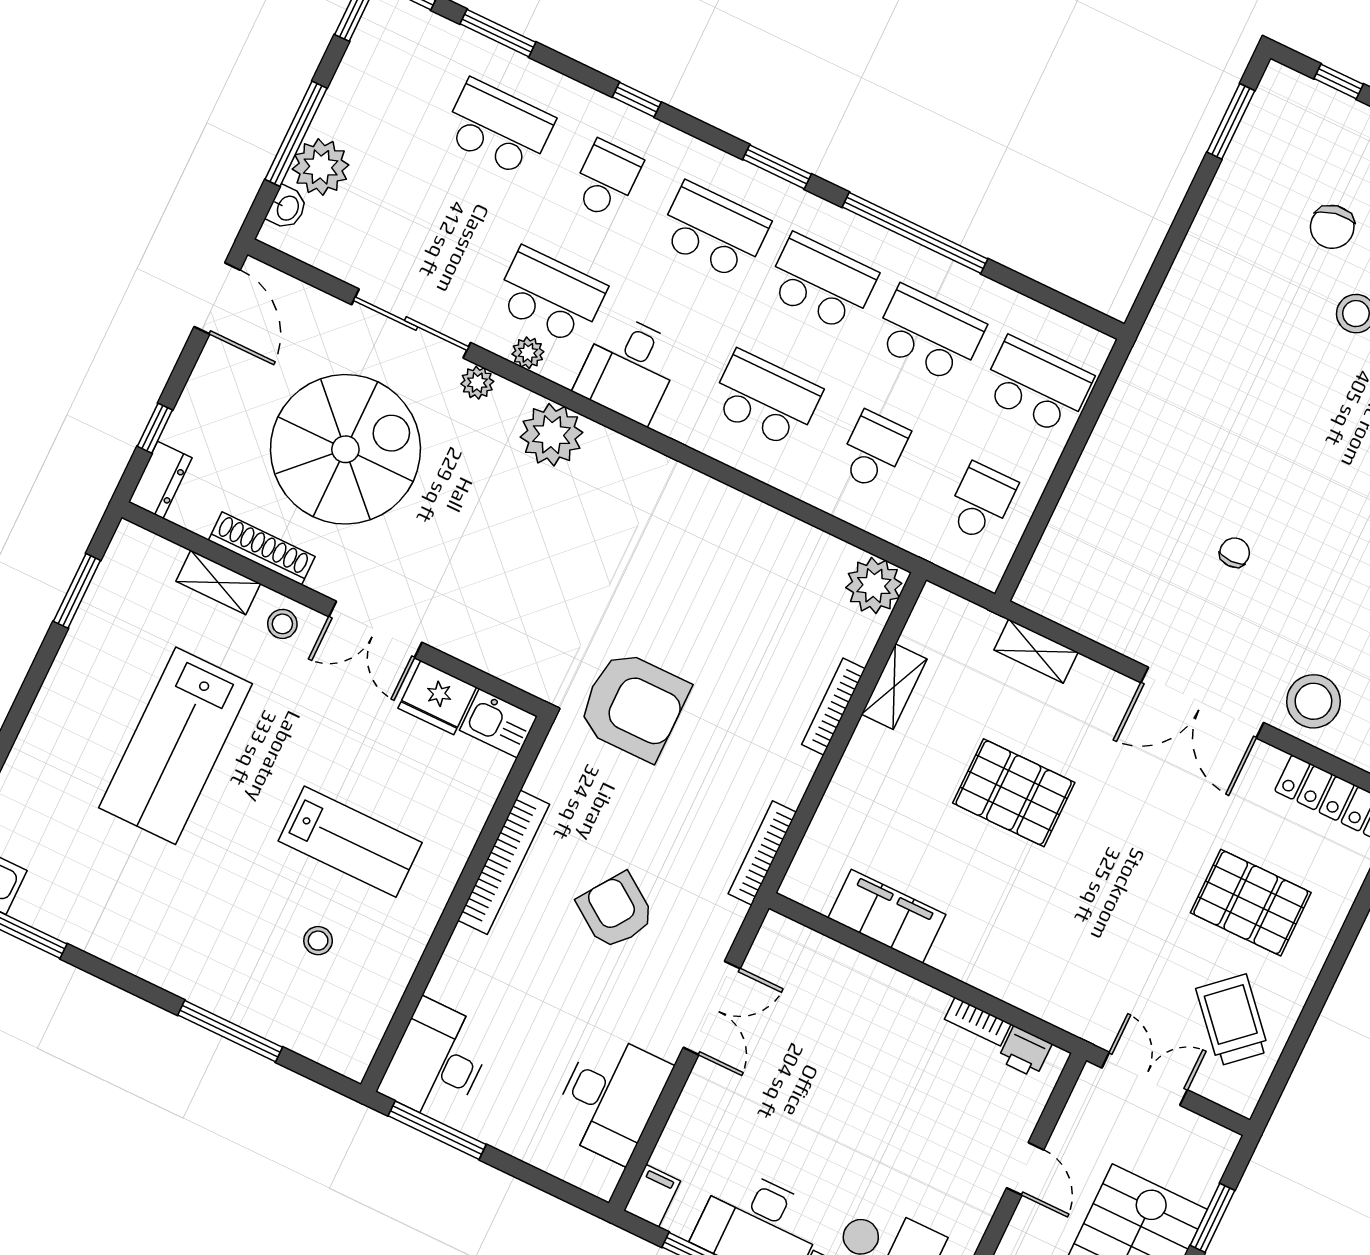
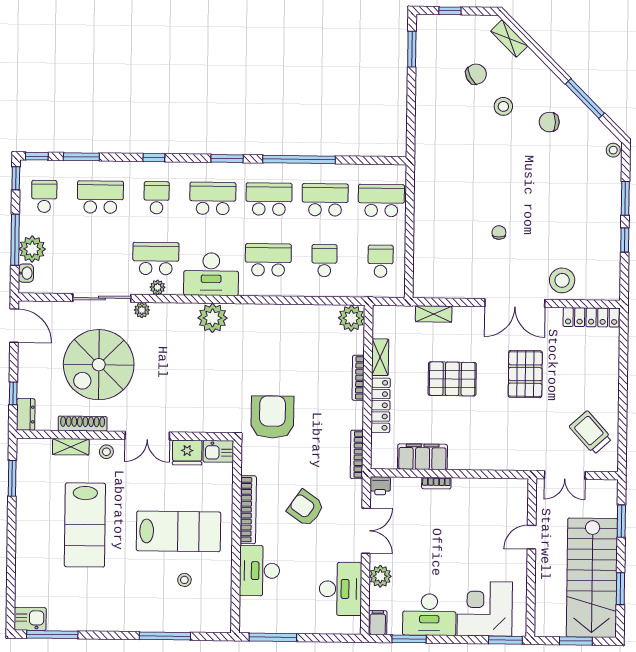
school desk: (391, 76) -> (44, 196), added
chair: (1332, 227) -> (476, 74), turned -107
desk: (629, 369) -> (211, 274), width x1.37
plant: (551, 435) -> (213, 318), moved
spiral stairs: (345, 449) -> (99, 365), turned 180
armchair: (633, 705) -> (272, 417), turned -90
locker: (852, 779) -> (381, 405), added
lab bench: (350, 842) -> (178, 531), width x1.36, depth x1.39
pallet: (1251, 903) -> (525, 374), moved, turned 90
bookcase: (978, 1022) -> (436, 483), moved
printer: (1025, 1052) -> (380, 486), moved
desk: (437, 1062) -> (259, 571), moved
double door: (1145, 1079) -> (565, 475), swing flipped
plant: (699, 1109) -> (380, 576), added
door: (1025, 1169) -> (532, 537), swing flipped

